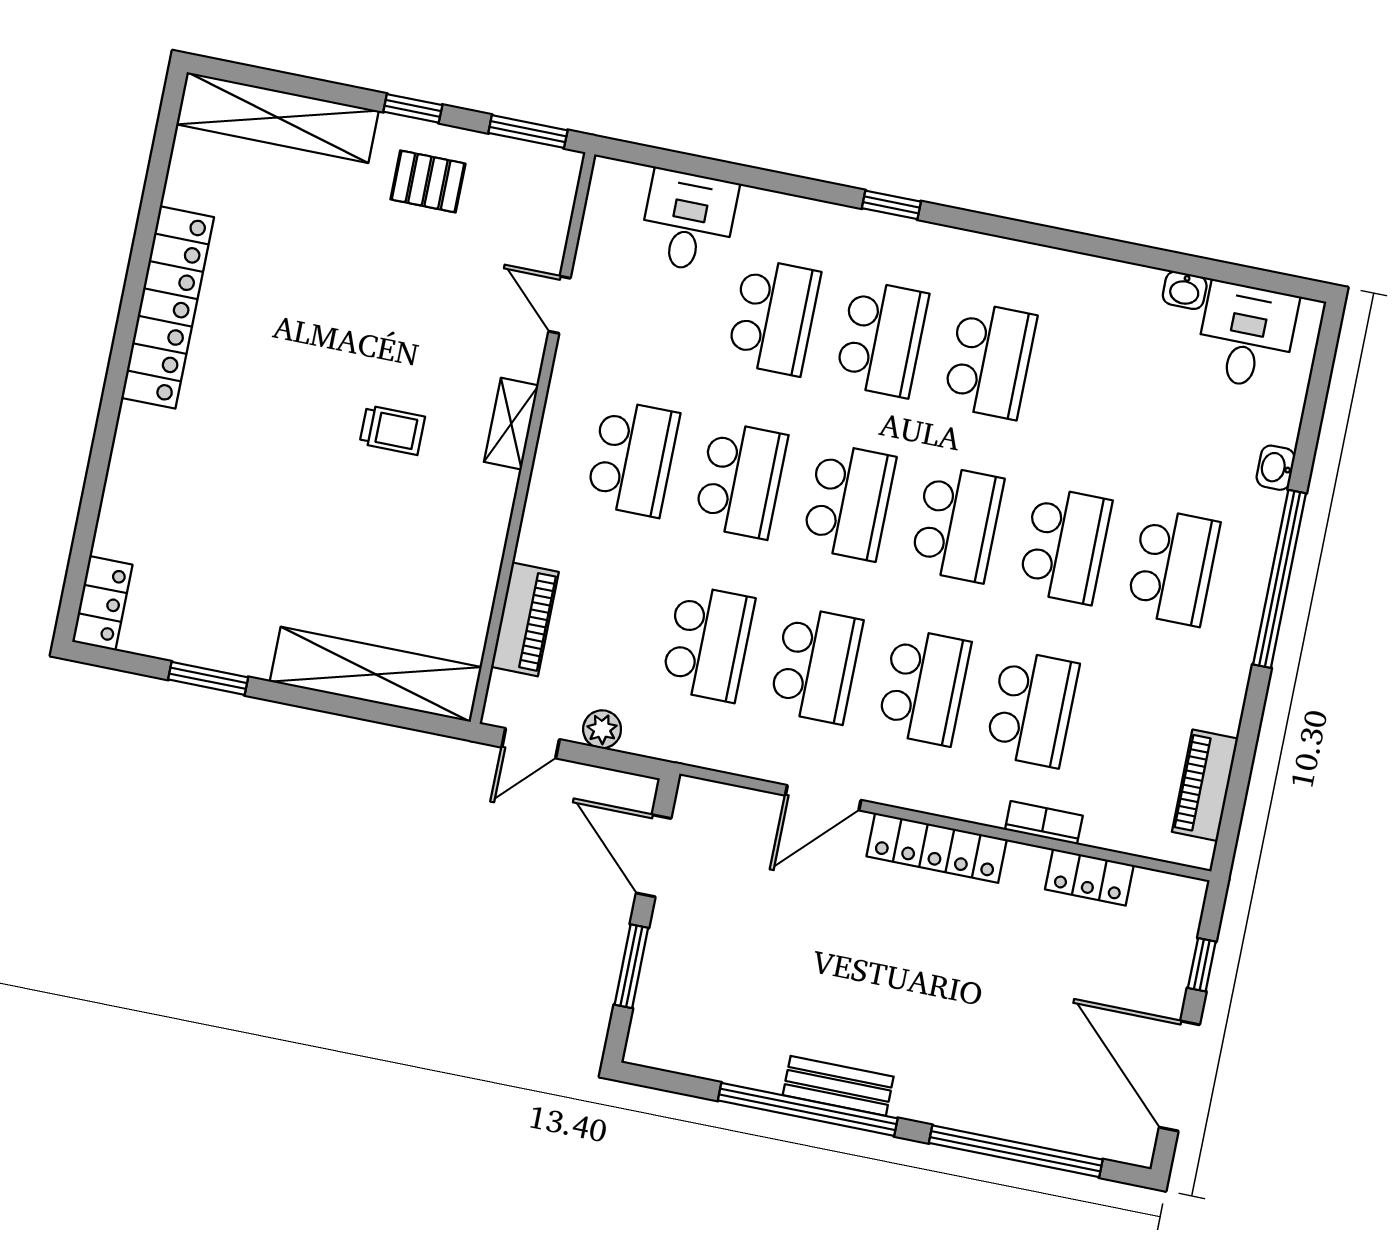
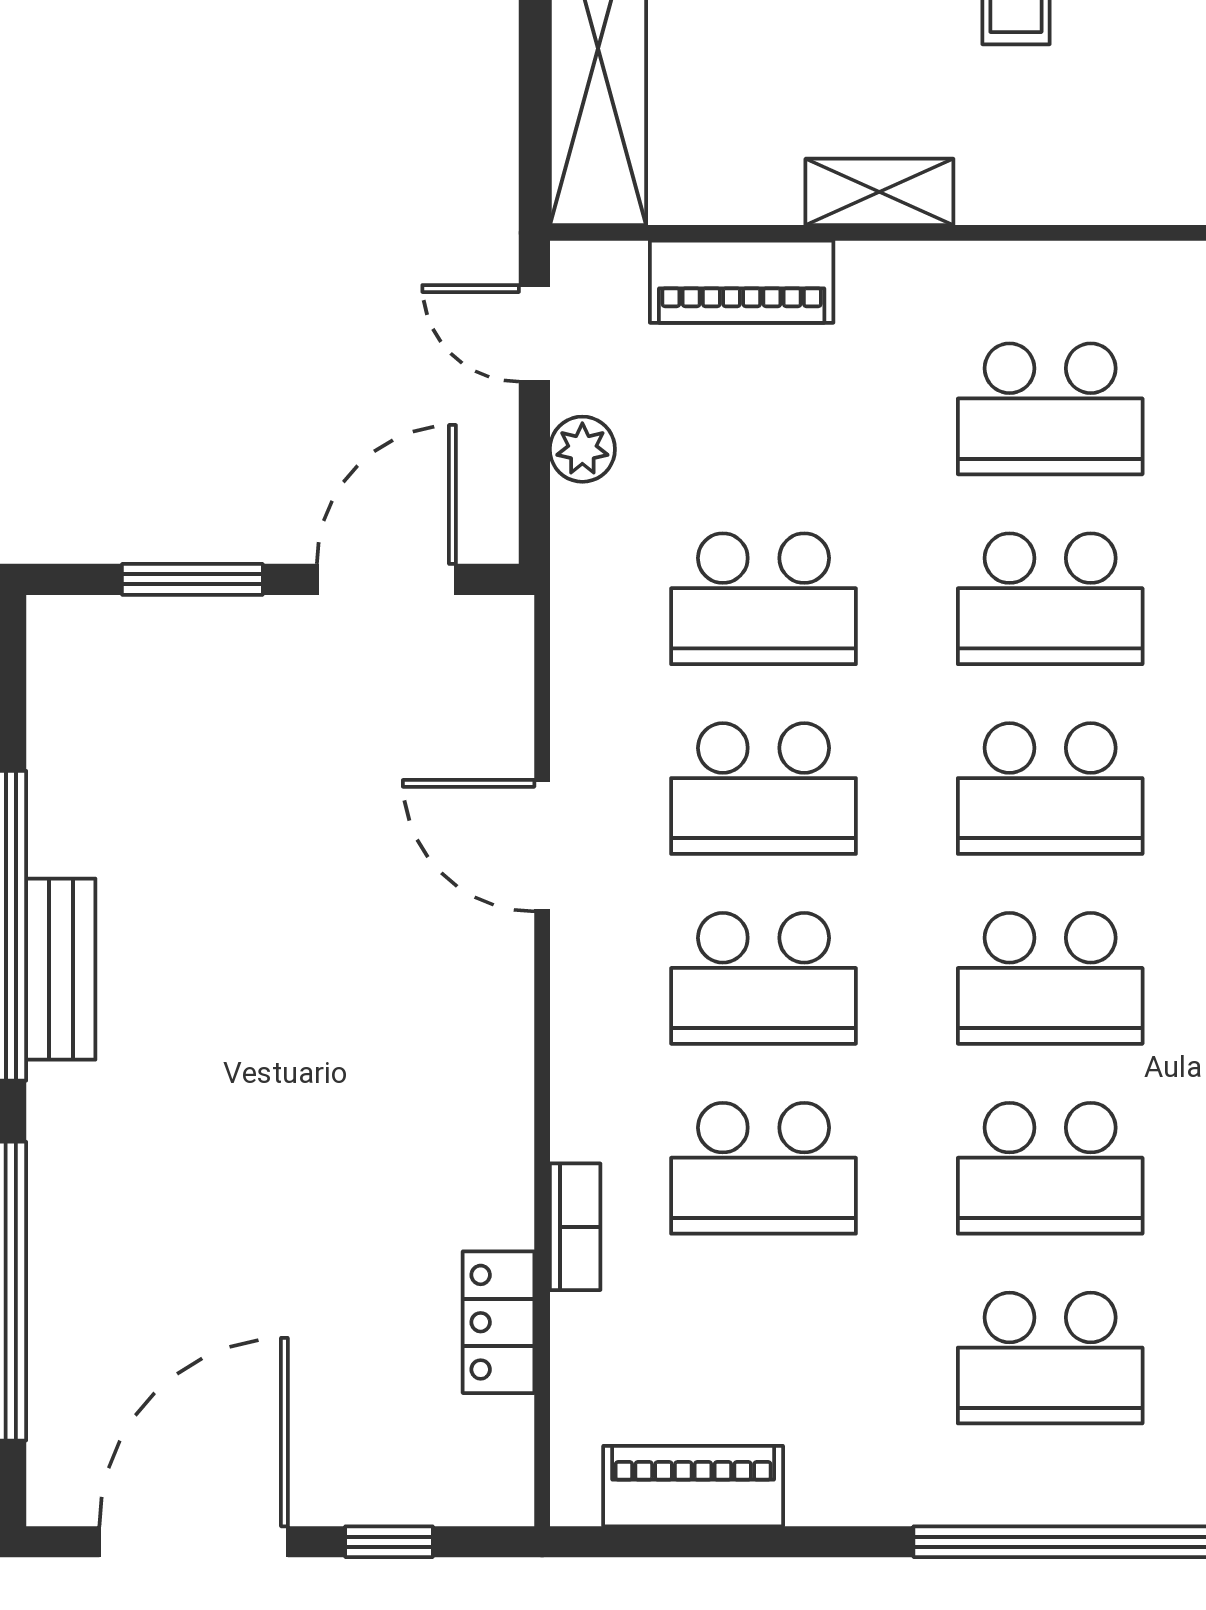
shelving: (511, 424) -> (879, 192), moved
locker: (937, 848) -> (496, 1054), removed

